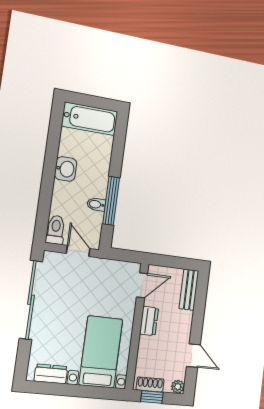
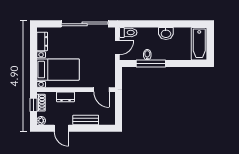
bench: (189, 290) -> (86, 120), moved
dresser: (149, 321) -> (66, 97), moved
door: (193, 356) -> (61, 128), hinge flipped

